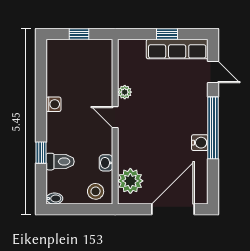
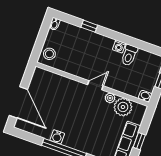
toilet: (60, 162) -> (129, 55), moved
washbasin: (106, 163) -> (145, 96), moved
plant: (130, 181) -> (123, 107), moved

